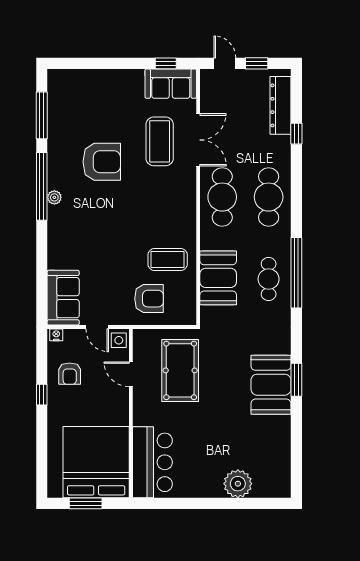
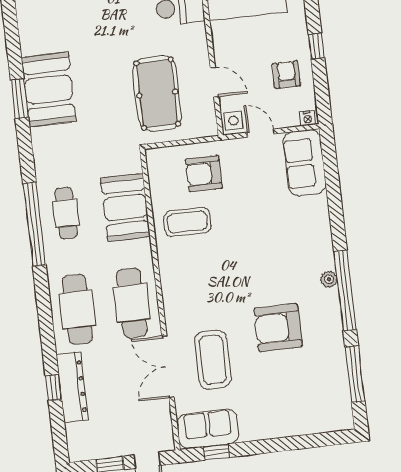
dresser: (280, 105) -> (72, 387), moved

